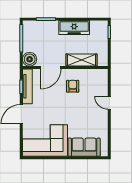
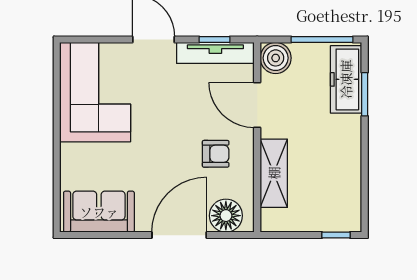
freezer: (74, 28) -> (346, 79), moved
floor lamp: (101, 82) -> (226, 216), added
door: (109, 103) -> (179, 235), width x1.87
sofa: (84, 147) -> (99, 212), moved, turned -90

